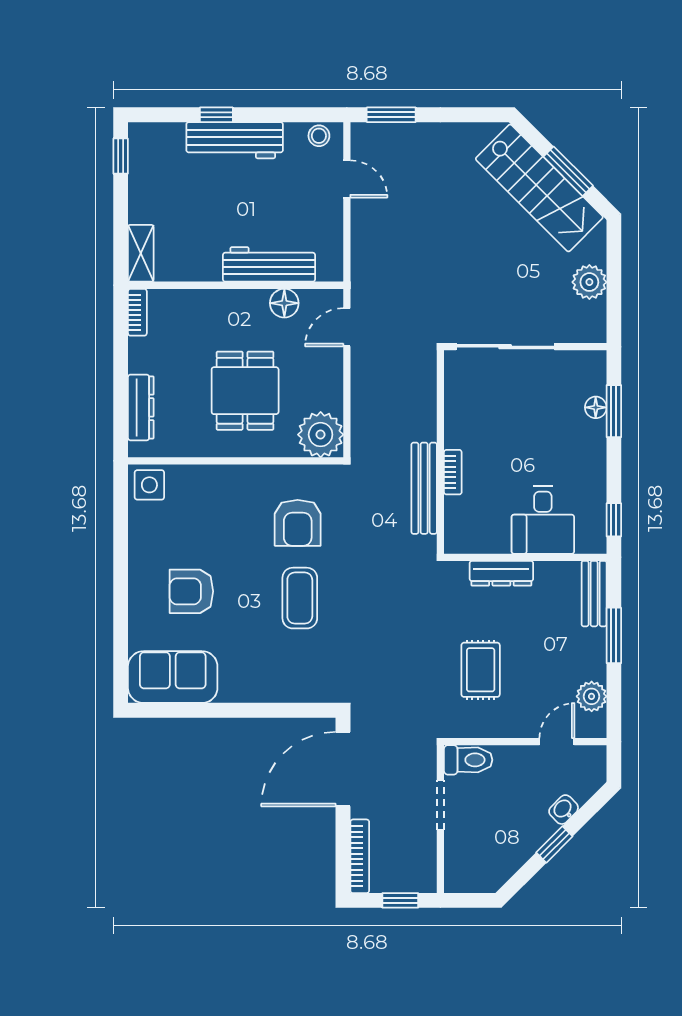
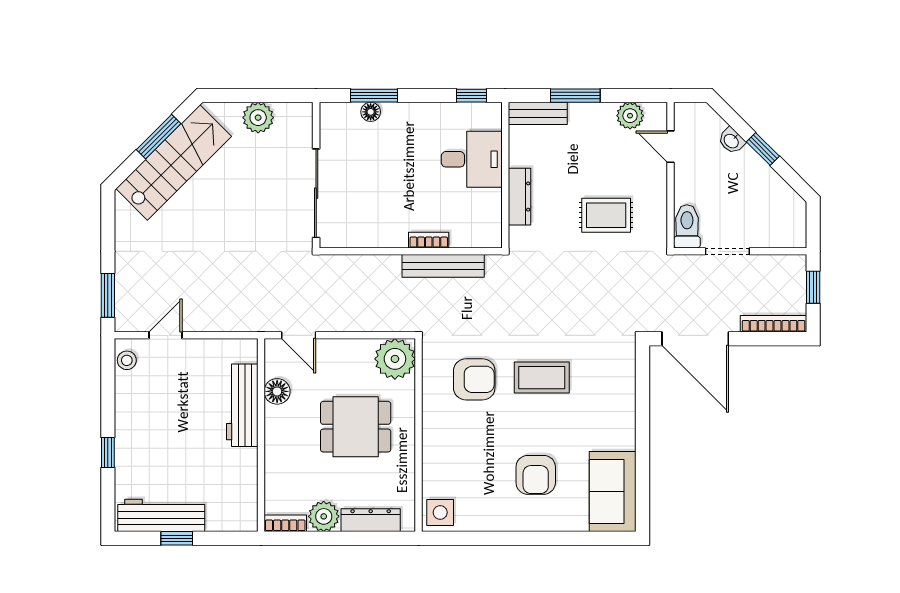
workbench: (235, 140) -> (161, 515), moved, turned -90
window: (121, 156) -> (177, 538), moved
shelving: (141, 253) -> (232, 520), removed
plant: (145, 355) -> (324, 516), added

